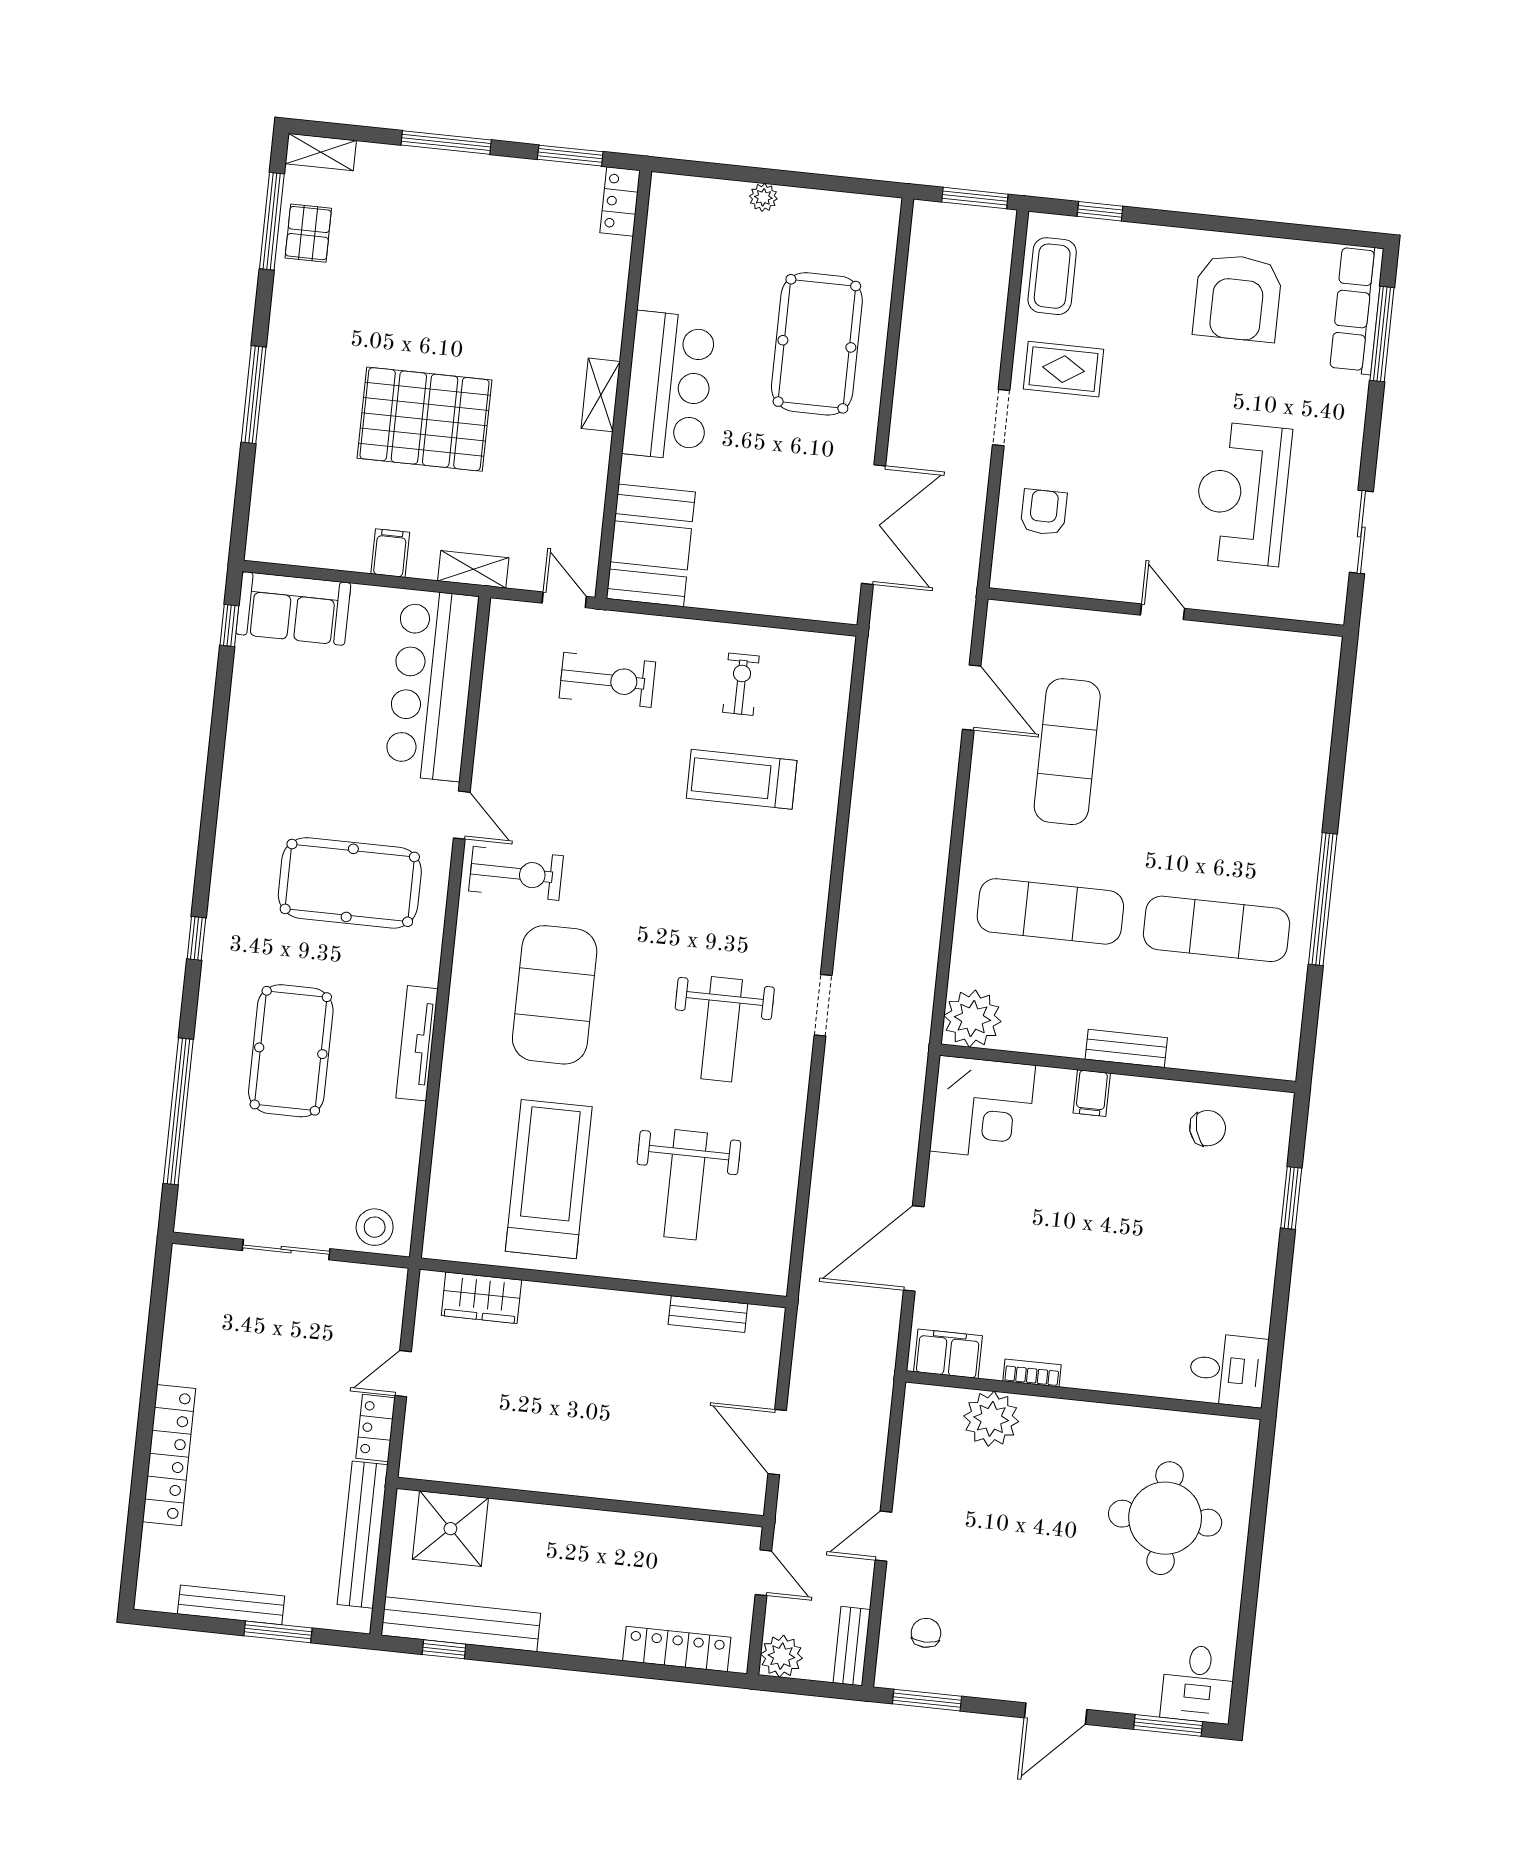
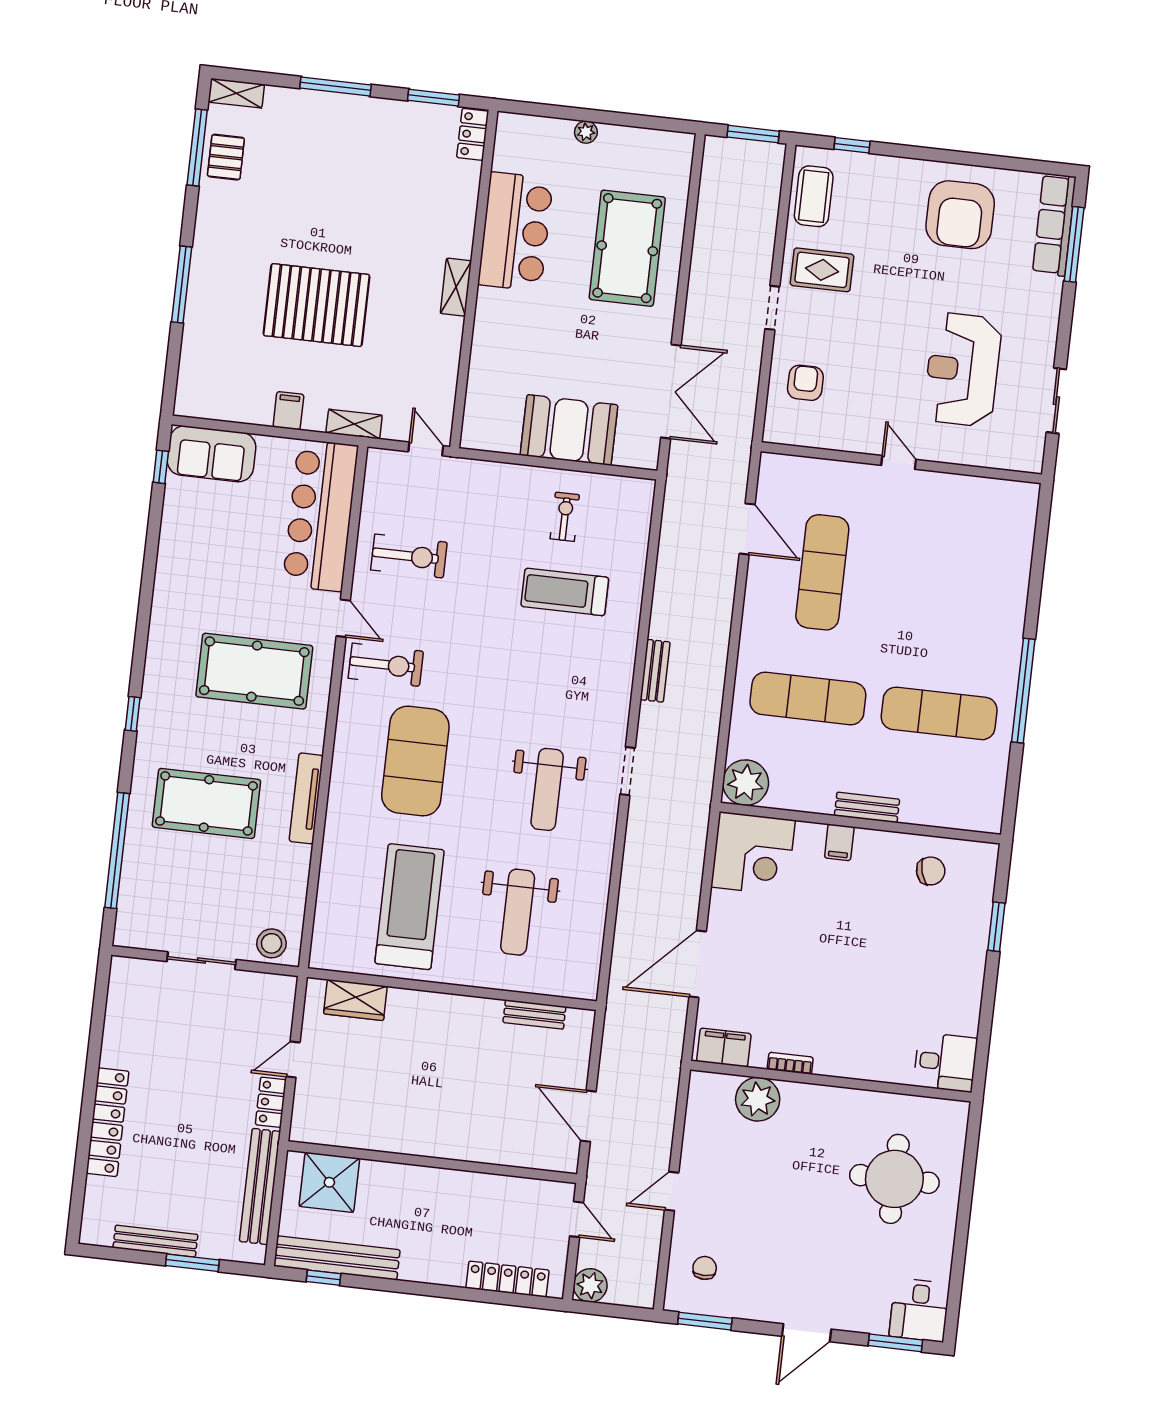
bar counter: (669, 386) -> (516, 232), moved
booth: (651, 545) -> (569, 430), moved, turned 90
exercise bike: (607, 680) -> (409, 556), moved
pool table: (291, 1051) -> (206, 803), turned 90
bench: (852, 1646) -> (655, 671), moved

